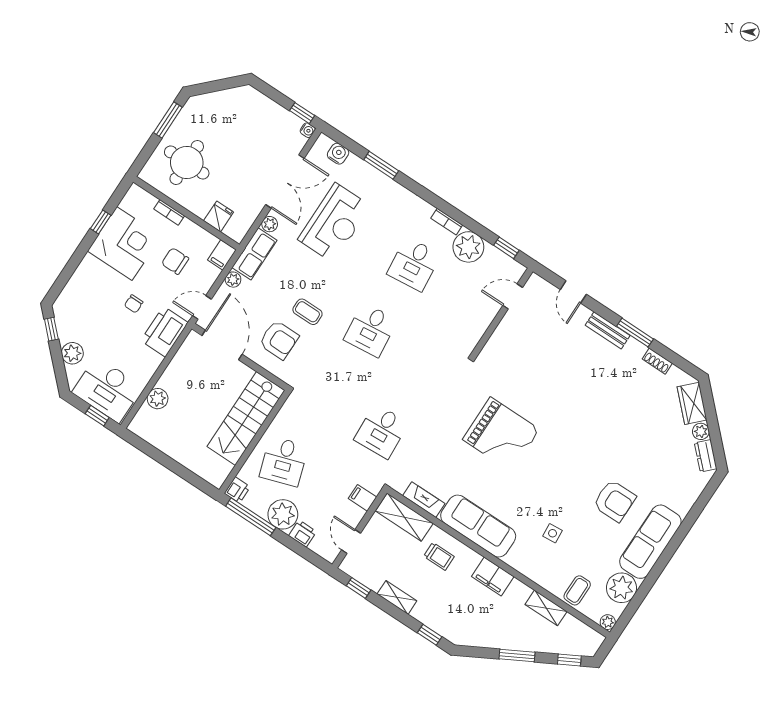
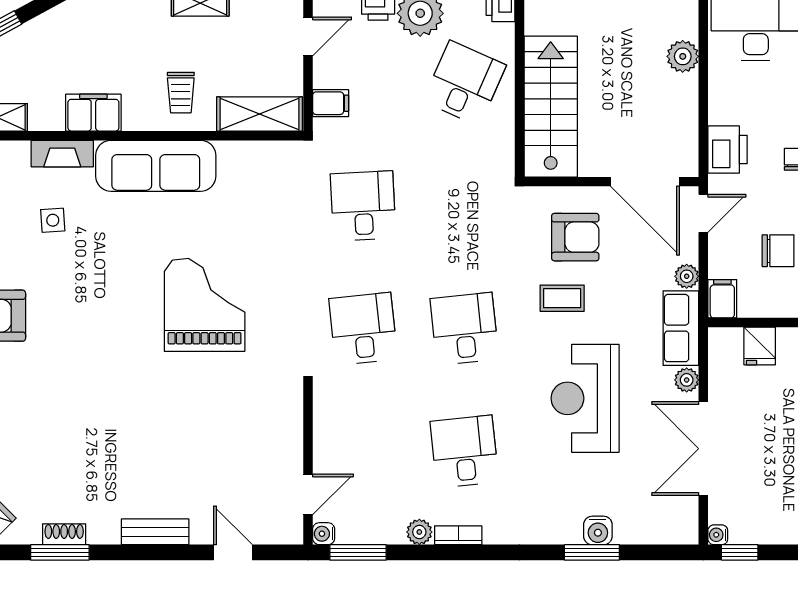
water cooler: (338, 154) -> (598, 530), moved
reception desk: (334, 223) -> (585, 398), moved
plant: (468, 247) -> (419, 532), width x0.53, depth x0.53
window: (506, 248) -> (358, 552), width x1.50
water cooler: (518, 270) -> (324, 534), added
printer: (164, 332) -> (728, 150), width x0.73, depth x0.84
window: (635, 333) -> (60, 552), moved
armchair: (279, 340) -> (575, 237), turned 180
desk: (425, 366) -> (363, 329), added
grand piano: (501, 434) -> (205, 305), turned 90
desk: (284, 461) -> (464, 83), turned 42
fireplace: (424, 500) -> (62, 154), moved
door: (351, 541) -> (308, 36), hinge flipped
trolley: (439, 556) -> (181, 93), turned -90

